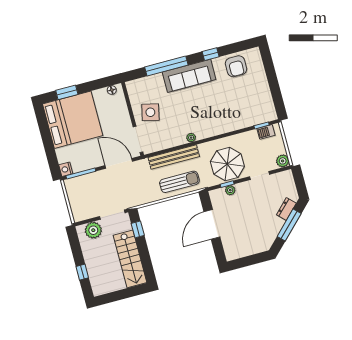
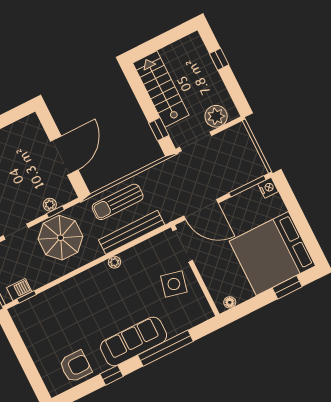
armchair: (236, 66) -> (75, 366), turned 90

